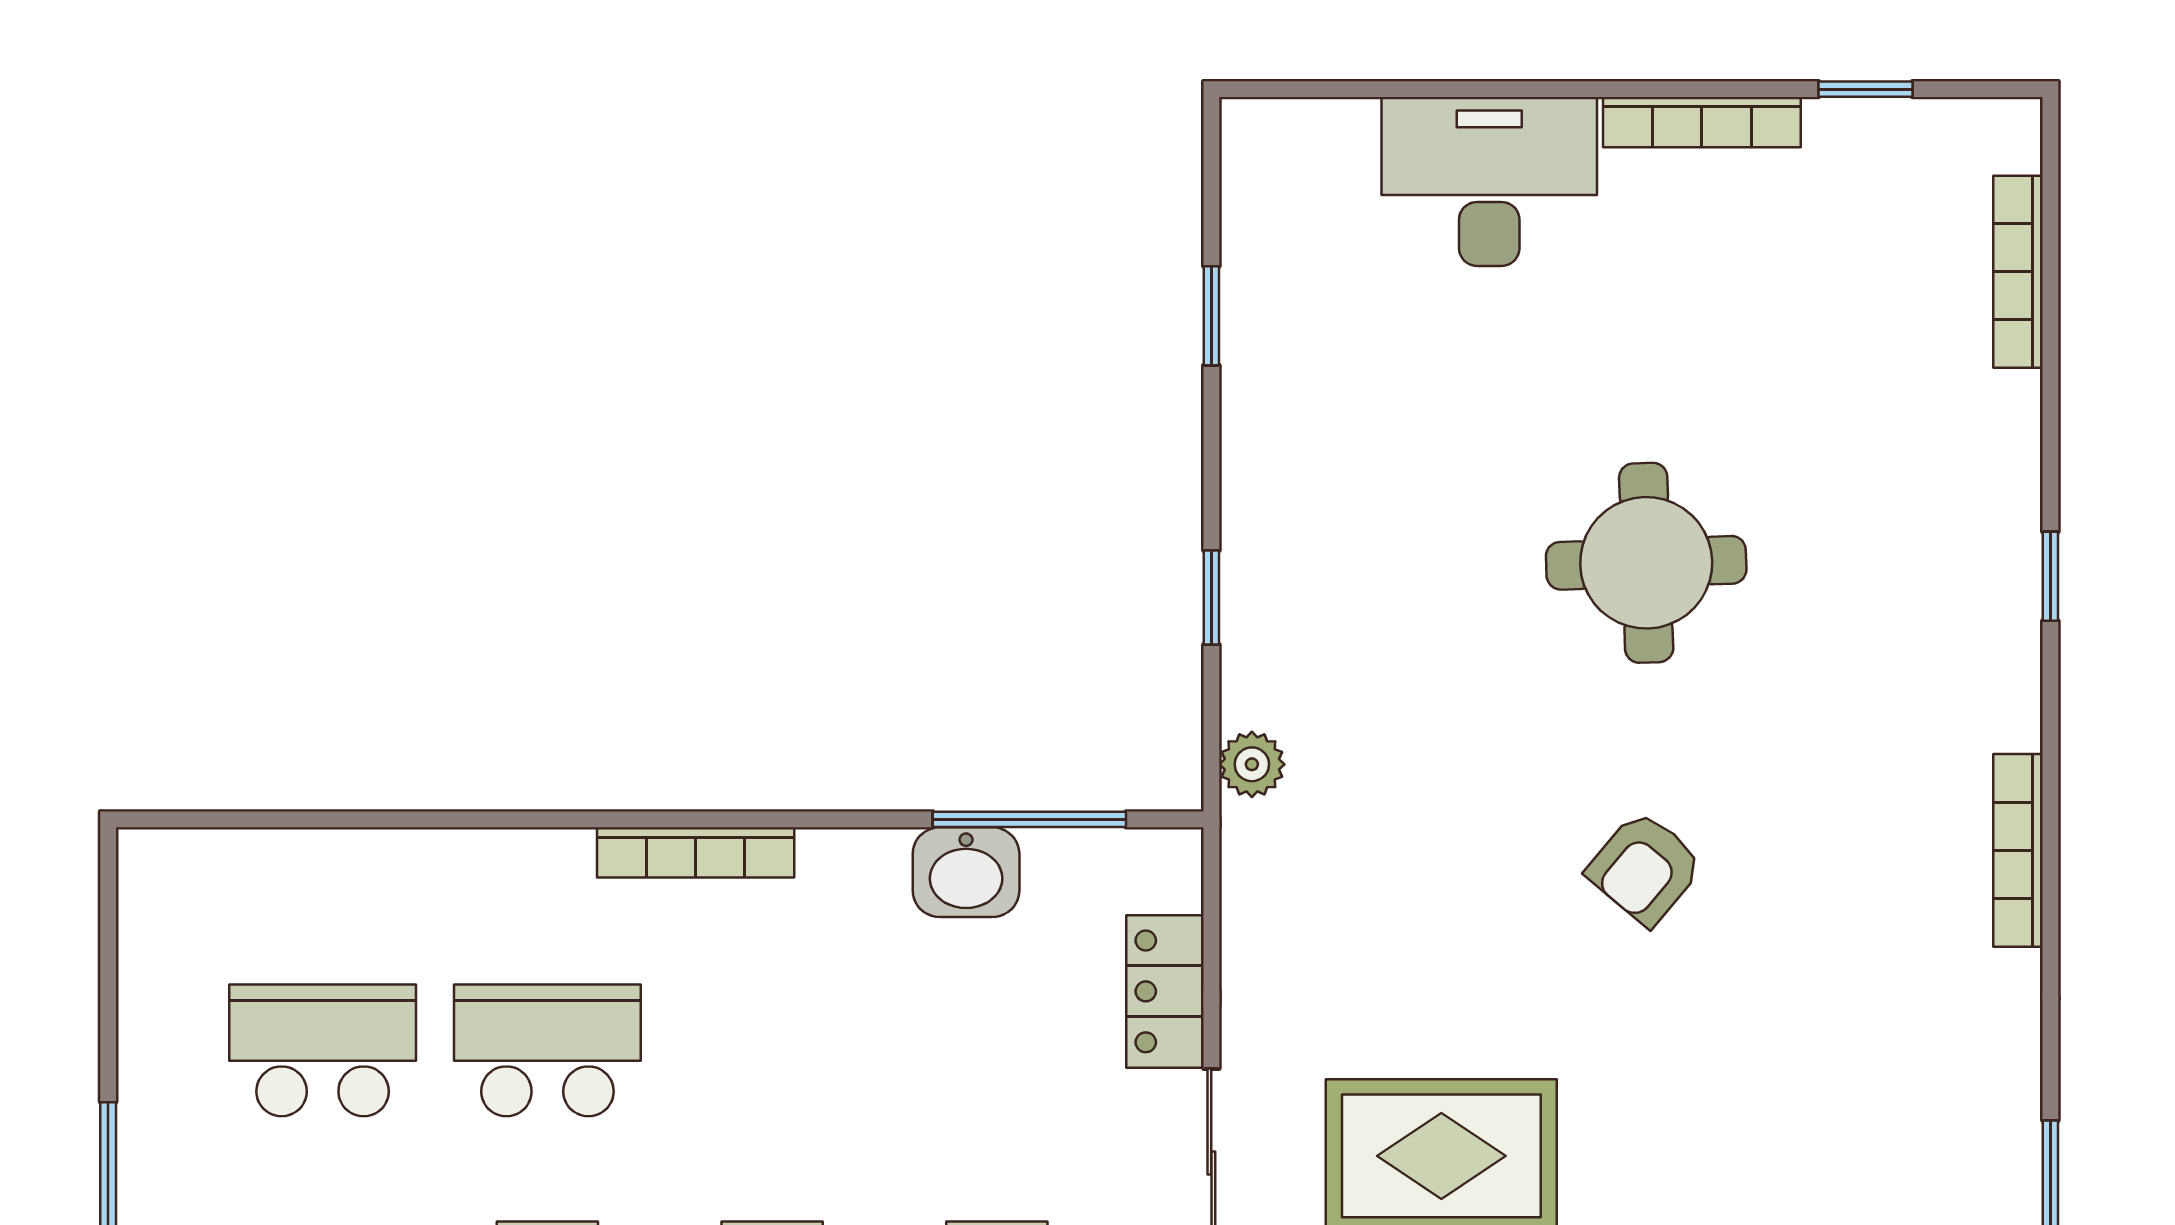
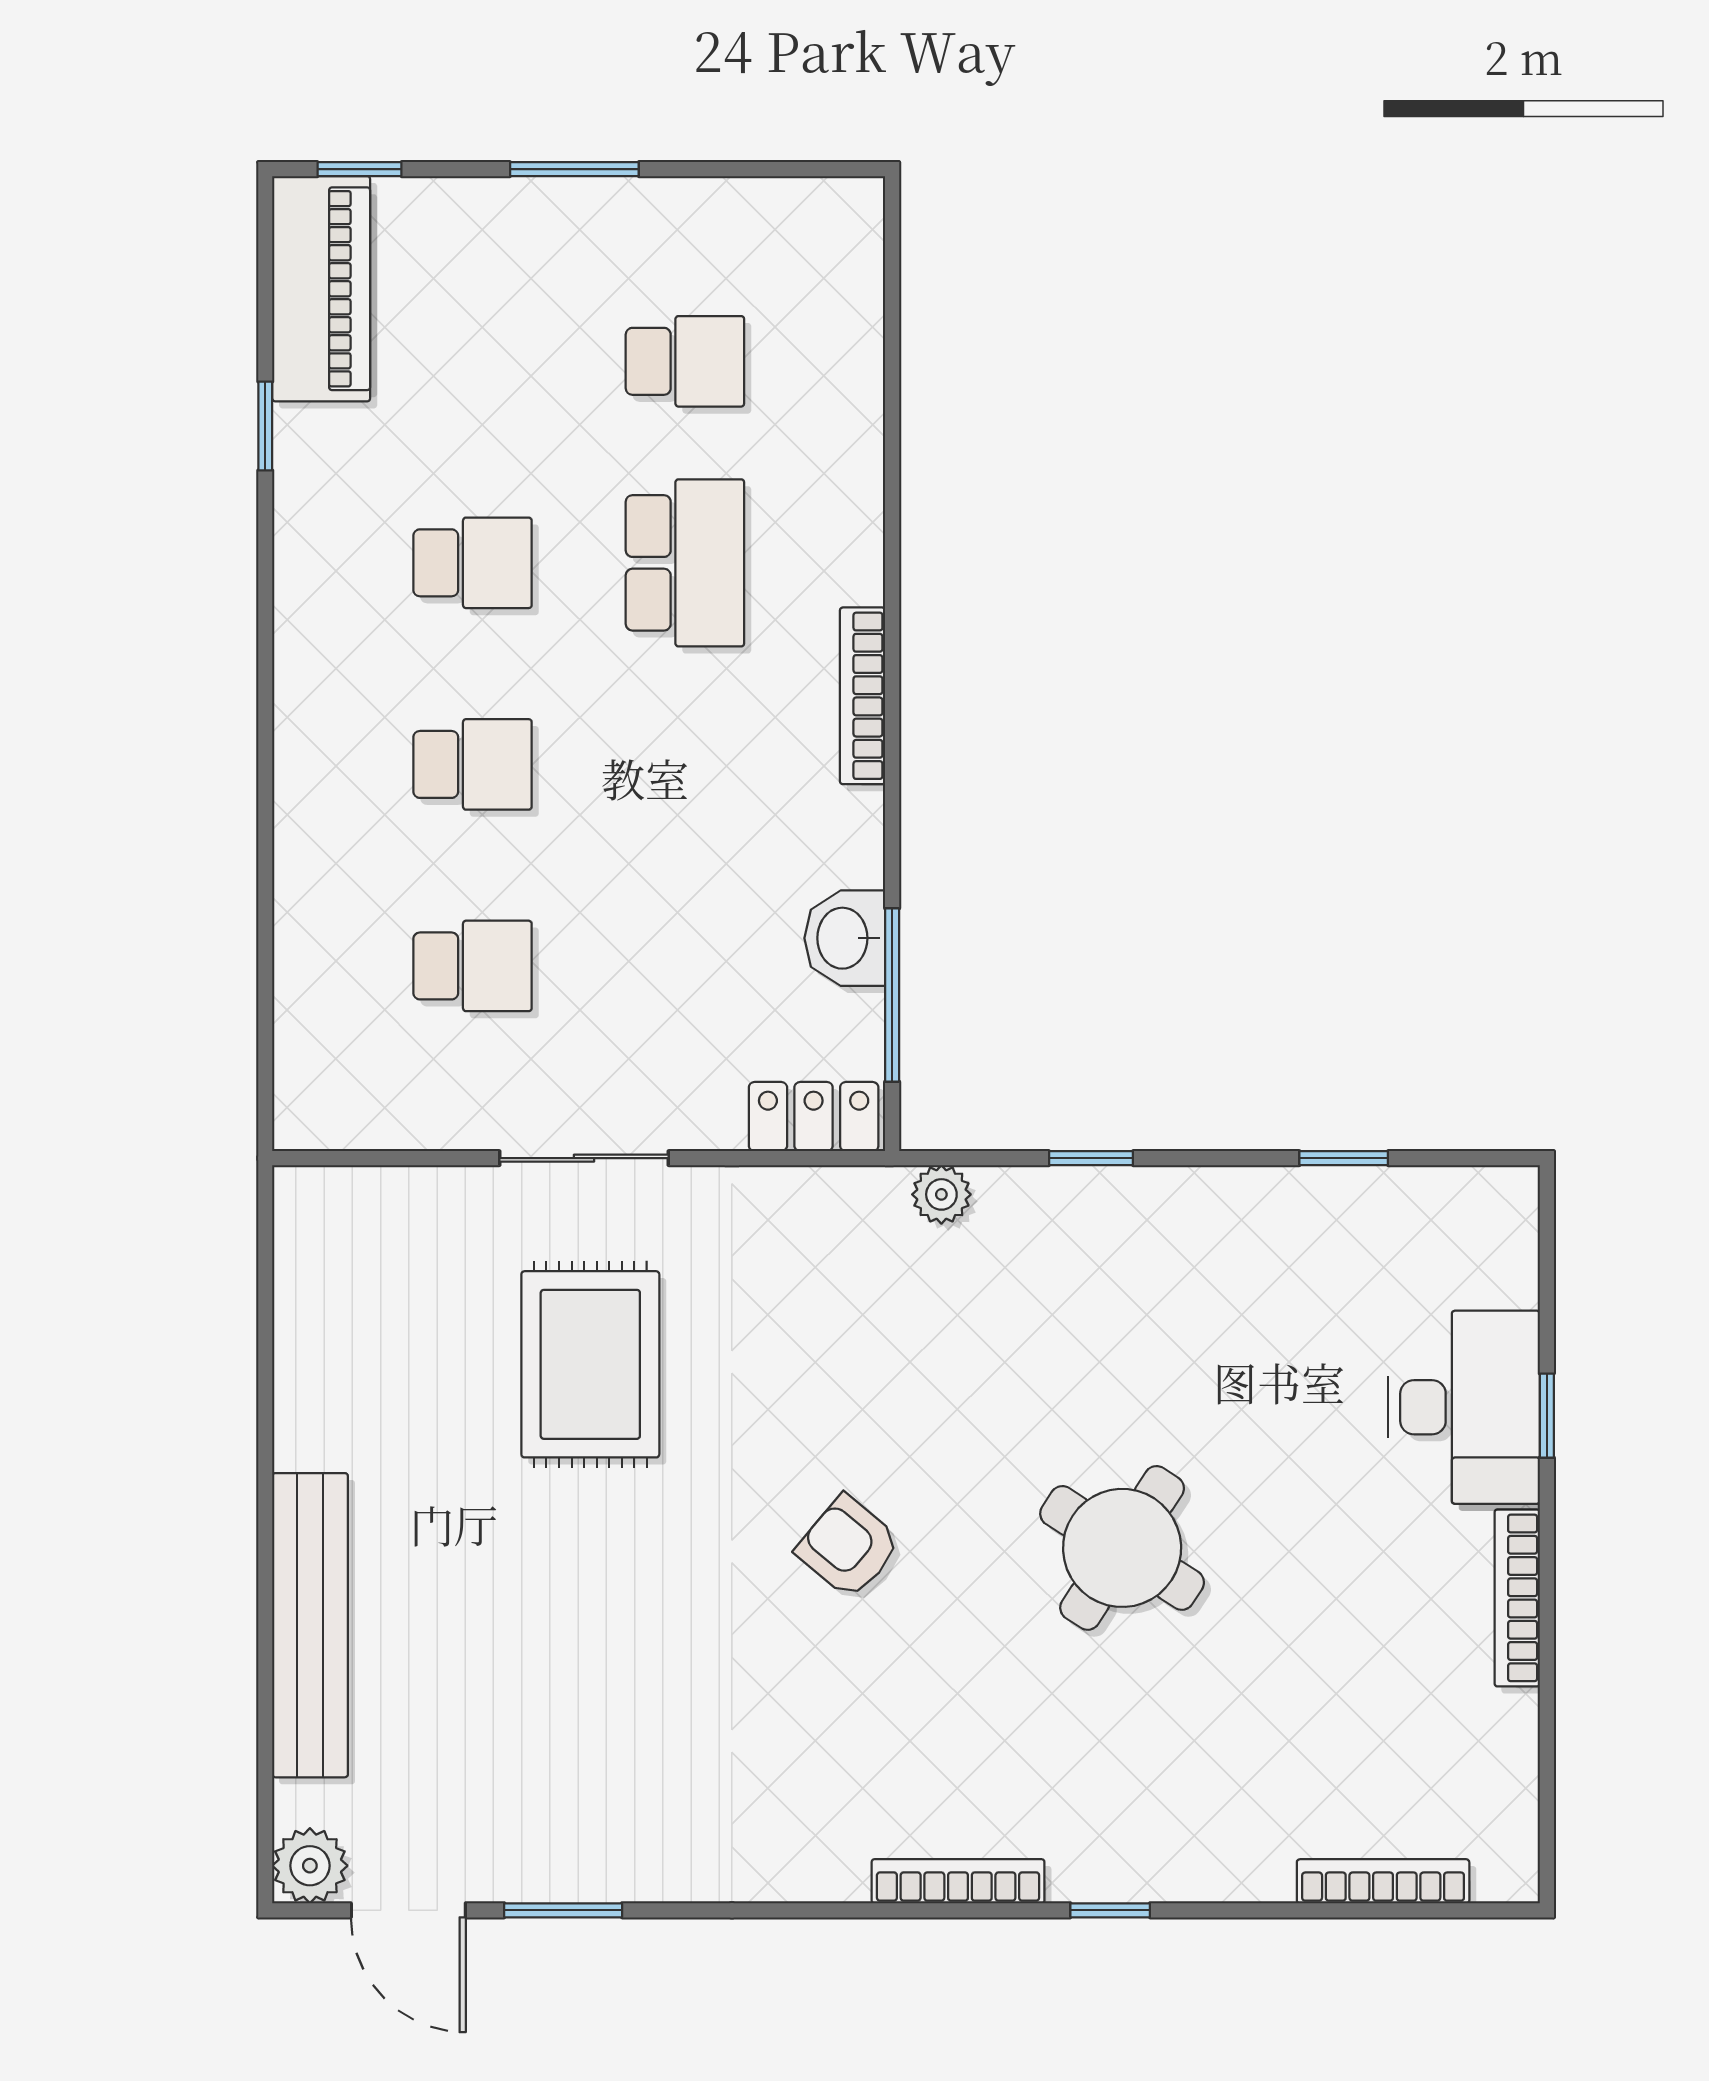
window: (1865, 89) -> (1547, 1416), moved
round table: (1646, 563) -> (1122, 1548), turned 35
bookcase: (2018, 850) -> (958, 1881), moved
locker: (1165, 991) -> (814, 1117), moved
school desk: (323, 1050) -> (685, 361), width x0.54

